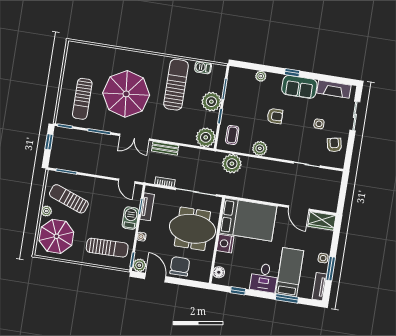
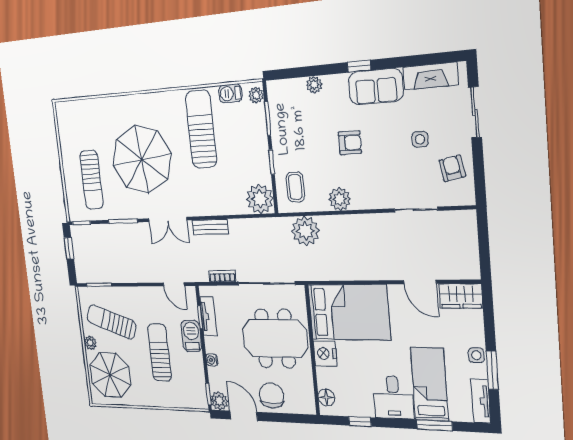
plant: (211, 102) -> (256, 95), moved, width x0.53, depth x0.53
sun lounger: (107, 248) -> (160, 353), moved, turned -89

